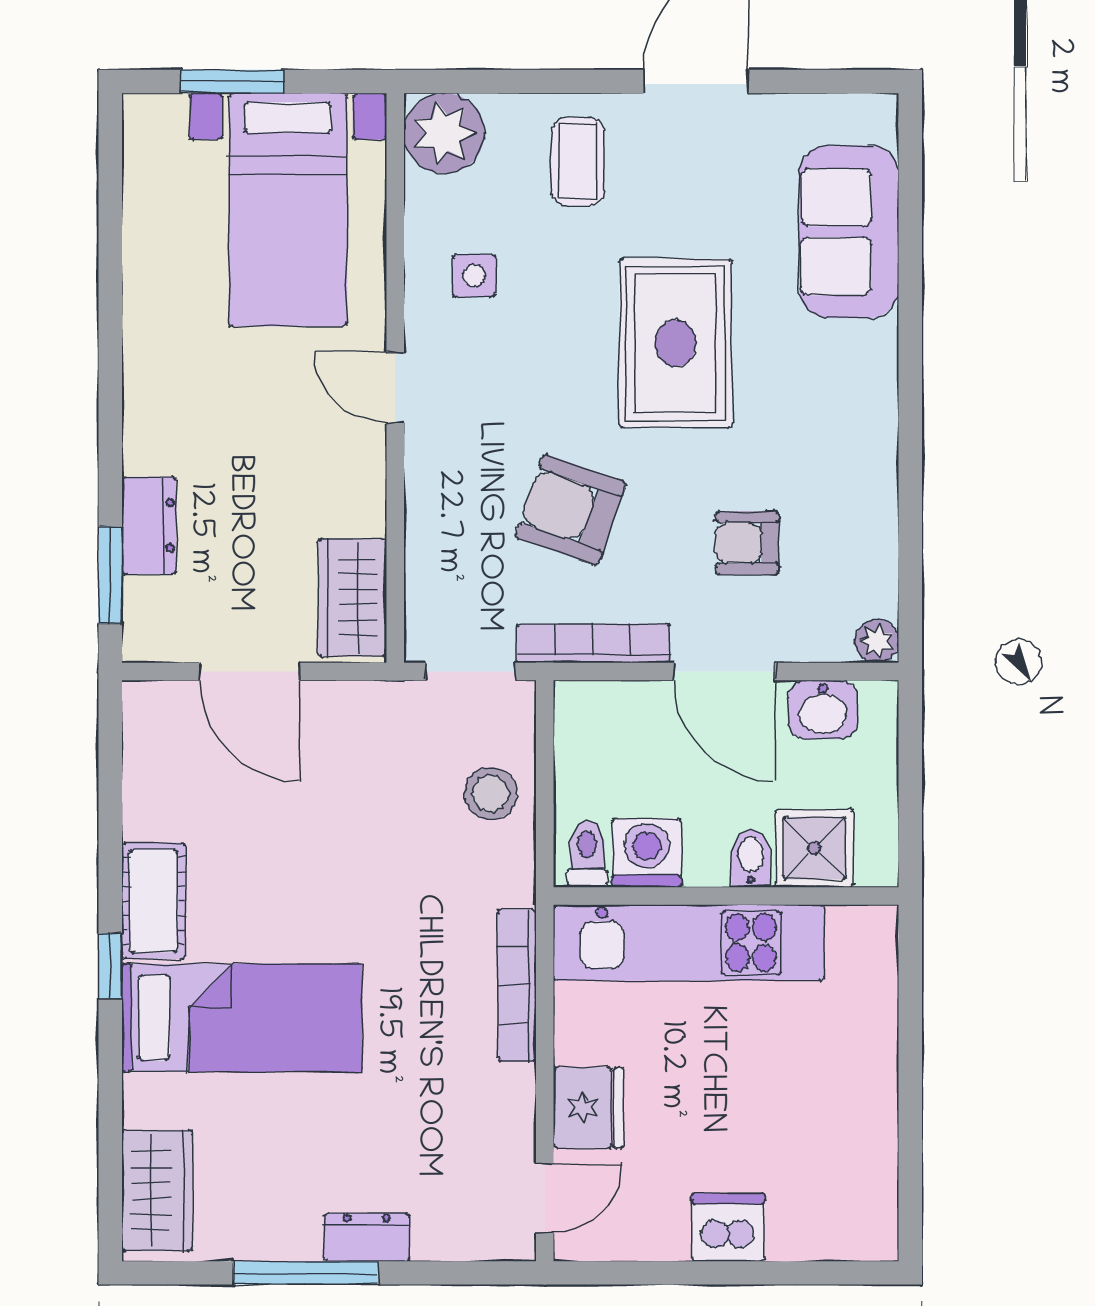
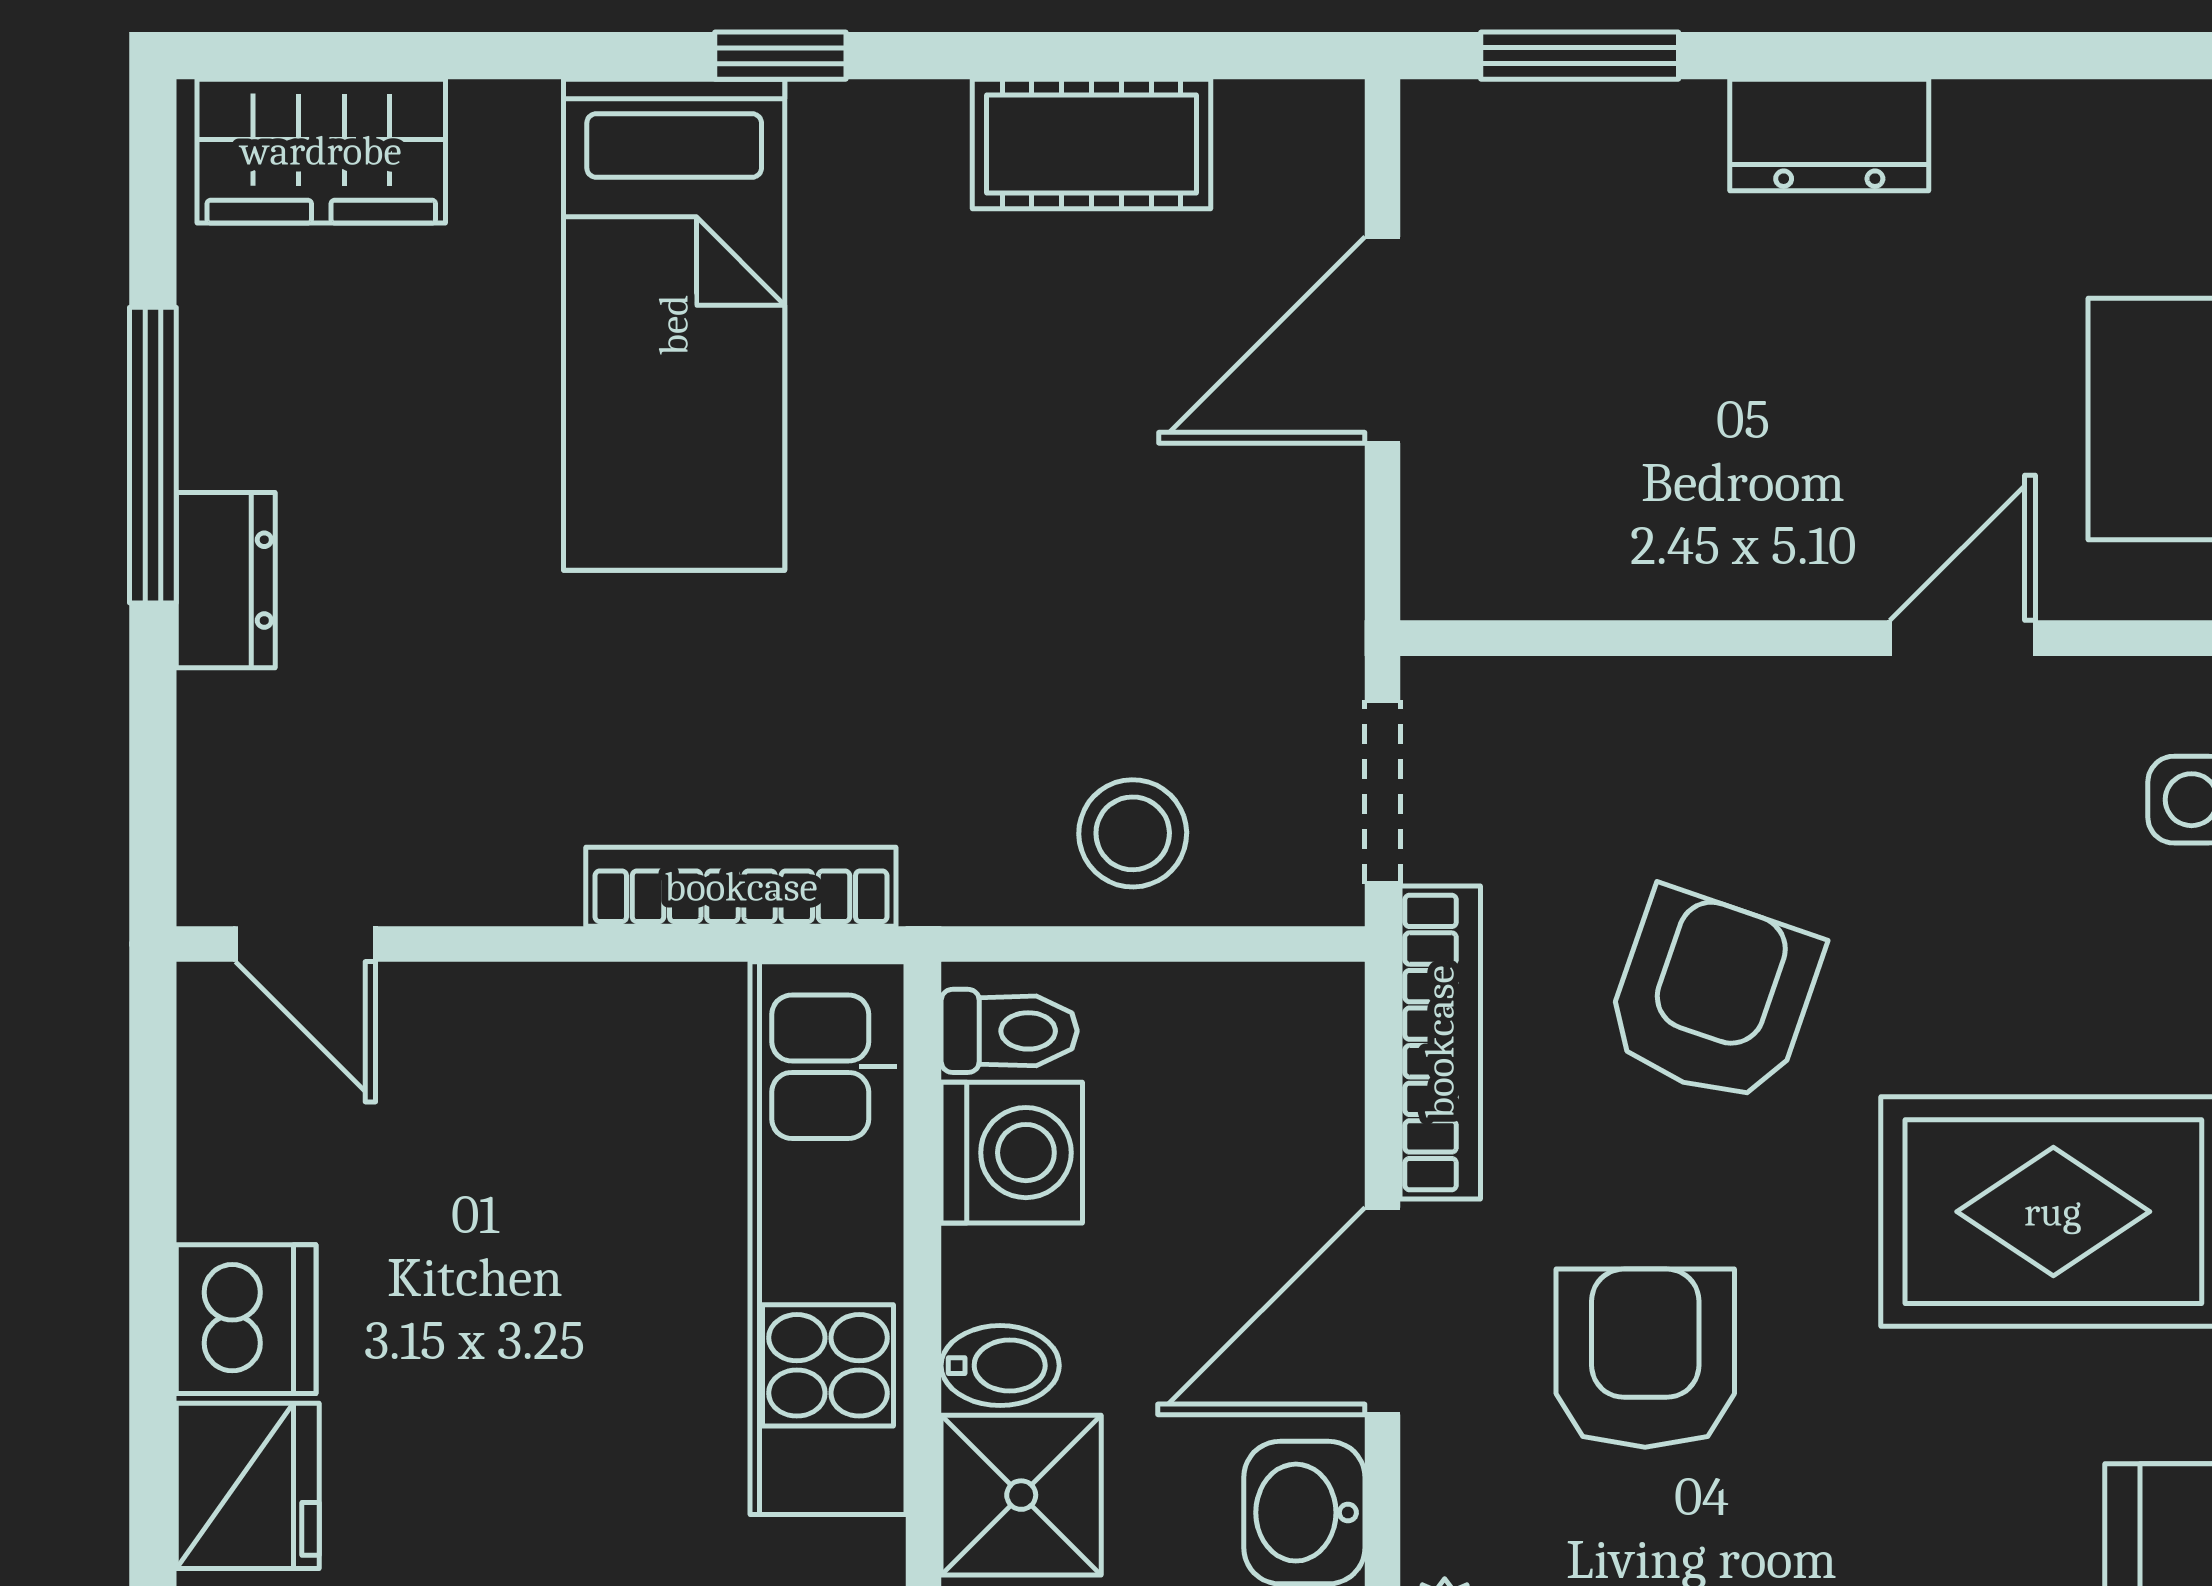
dresser: (149, 525) -> (1829, 135), moved
armchair: (747, 543) -> (1645, 1358), width x1.38, depth x1.38
wardrobe: (352, 597) -> (1534, 551), removed
cot: (153, 901) -> (1091, 144), moved
fridge: (588, 1108) -> (248, 1486), moved, turned -90

